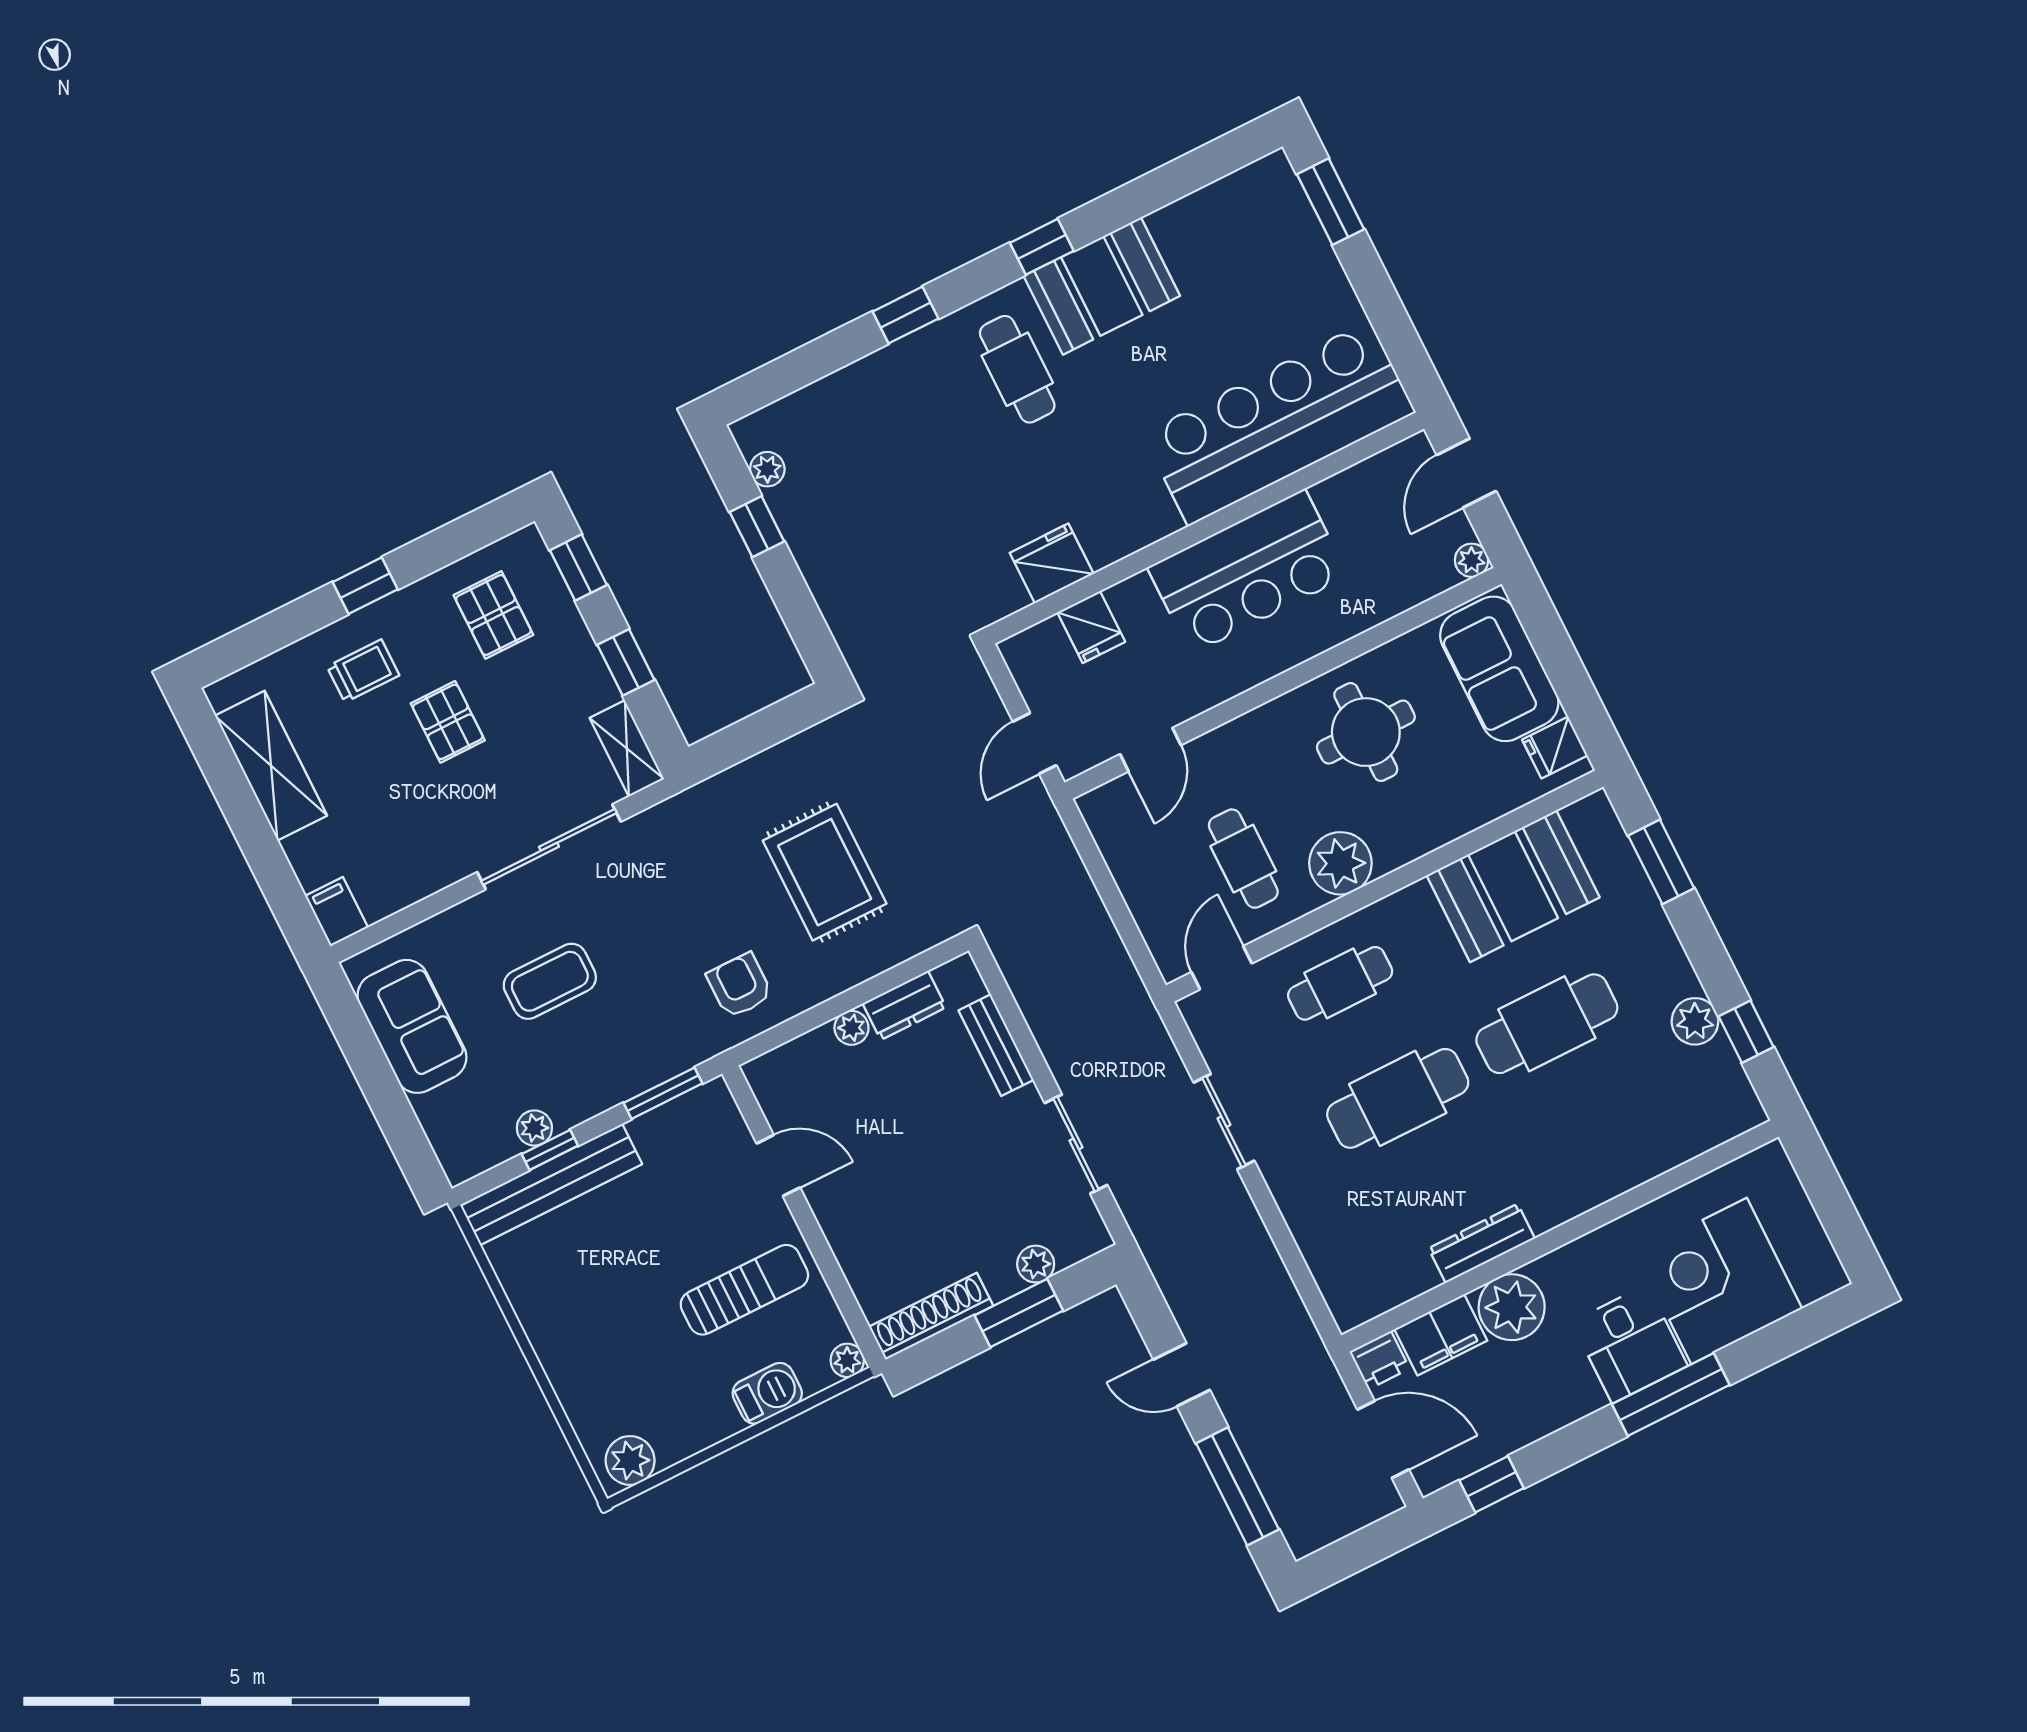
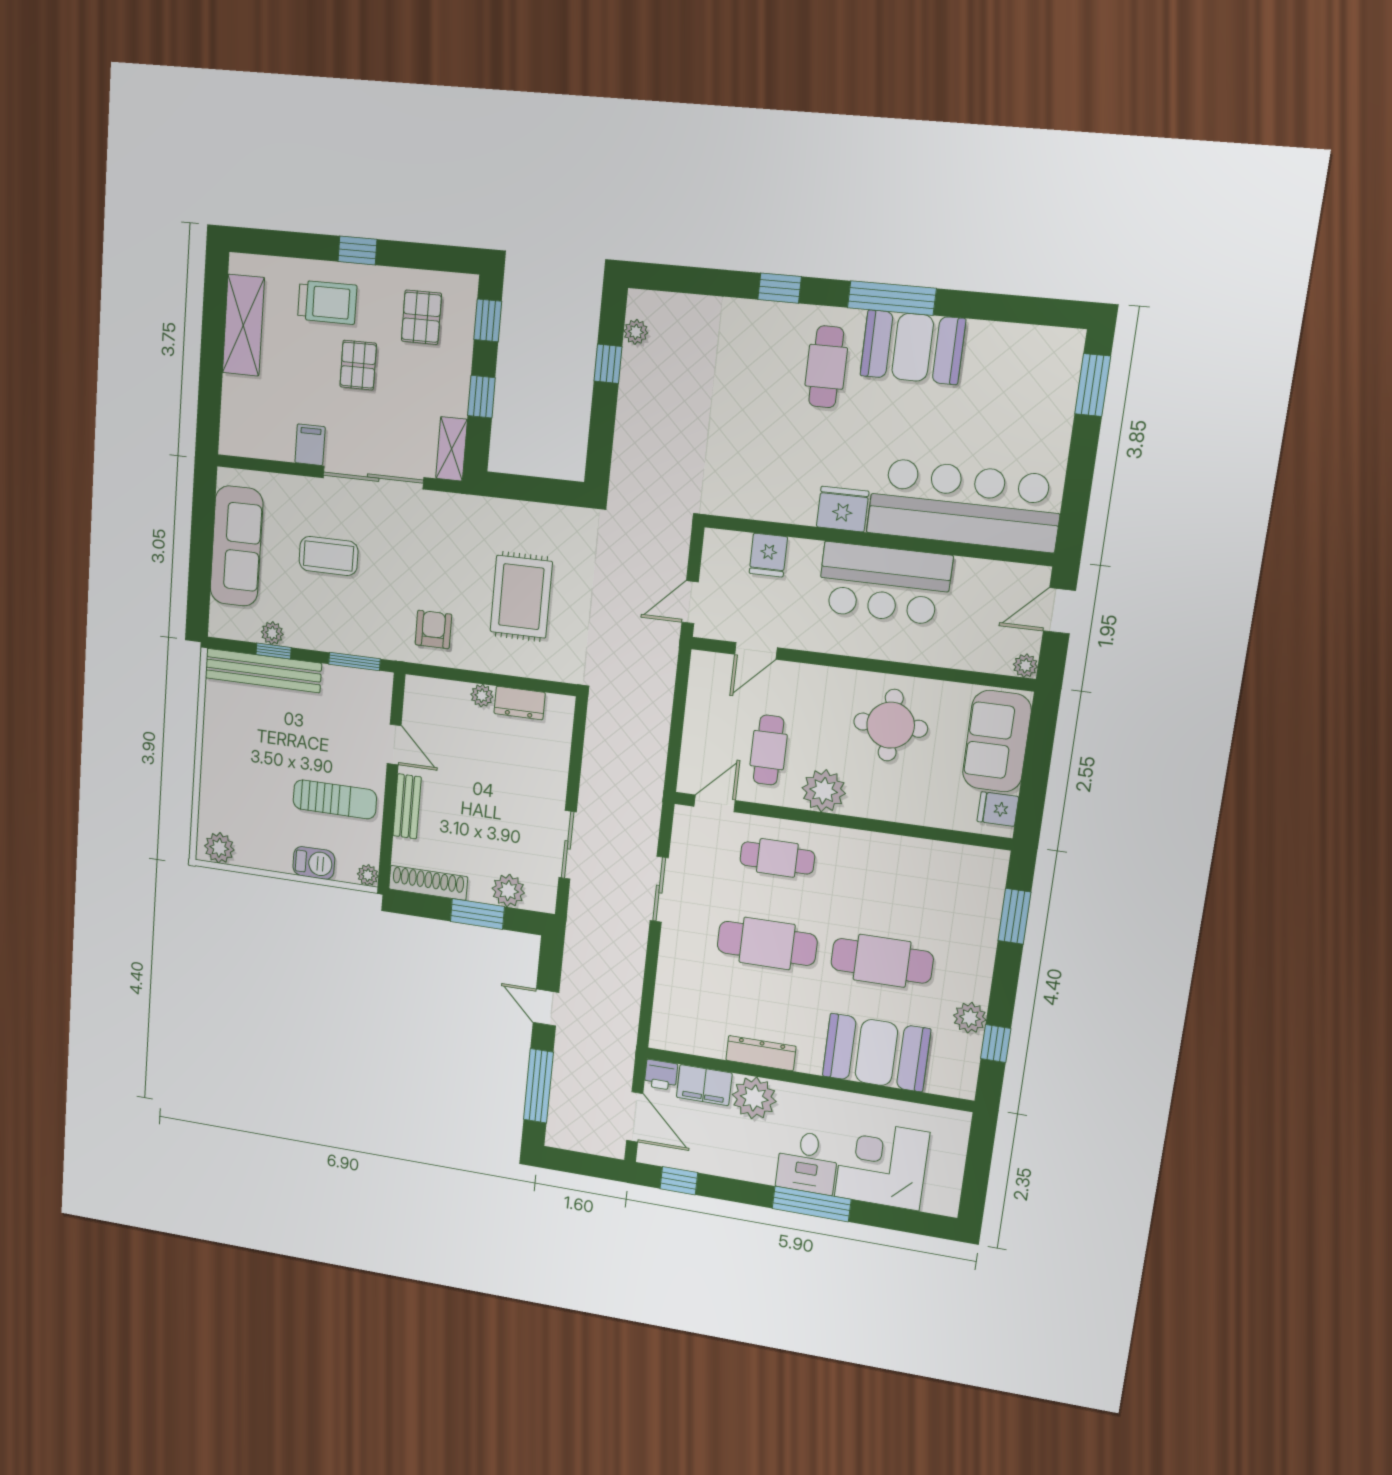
window: (1042, 247) -> (892, 298), width x2.17
fridge: (1052, 563) -> (843, 509), moved
trolley: (363, 671) -> (327, 302), width x1.36, depth x1.39
booth: (1513, 886) -> (876, 1053), moved
filing cabinet: (337, 912) -> (310, 445), moved
sofa: (412, 1026) -> (236, 546), width x1.36
bench: (996, 1045) -> (407, 806), moved
plant: (1036, 1264) -> (508, 891), width x1.38, depth x1.38

